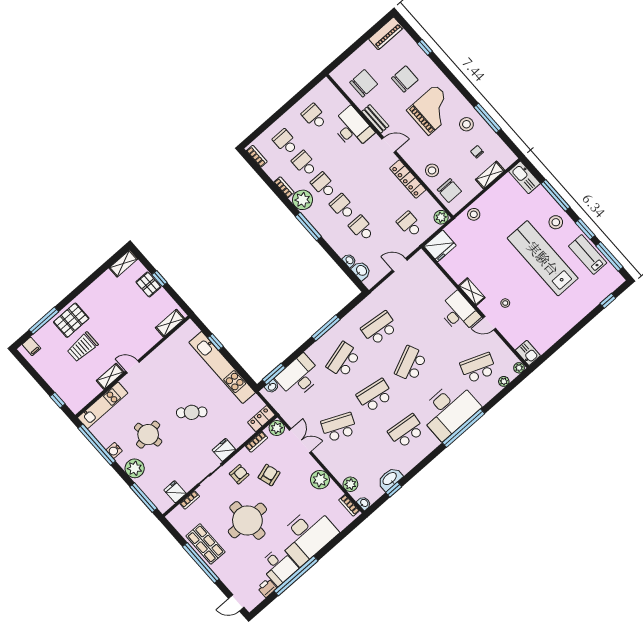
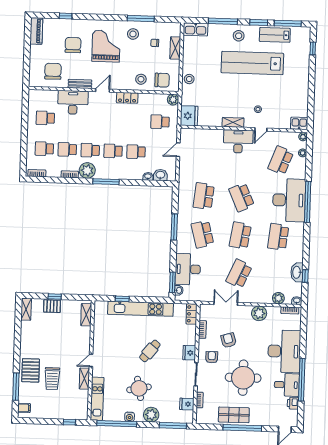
locker: (408, 179) -> (127, 98), width x0.66
plant: (277, 428) -> (206, 310), removed

